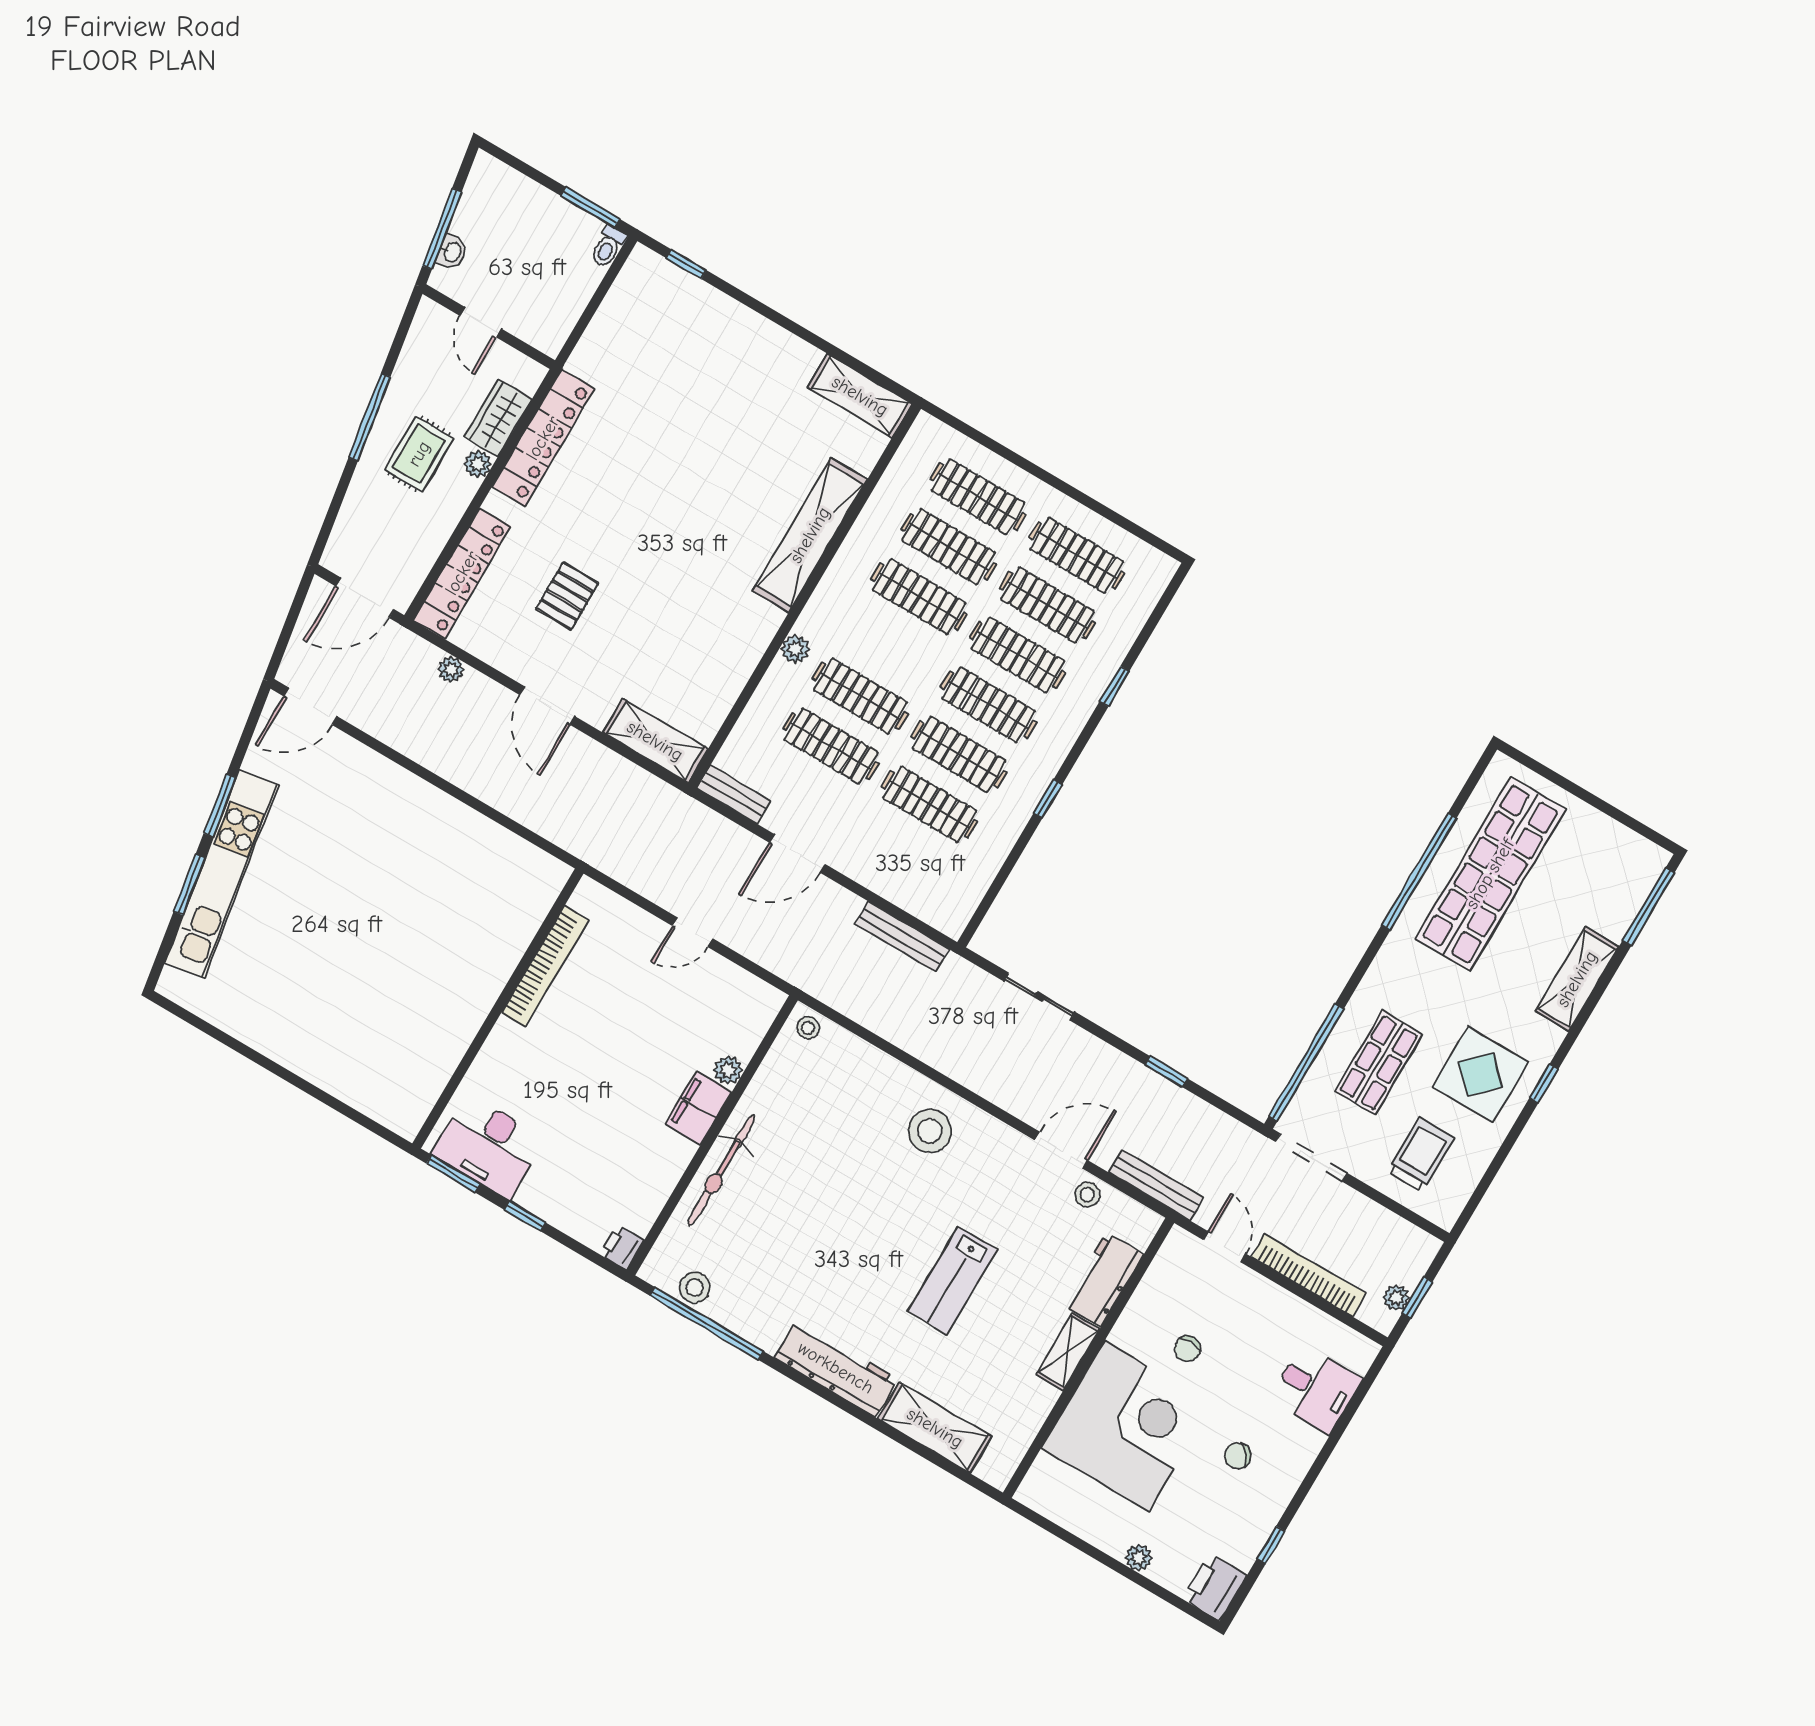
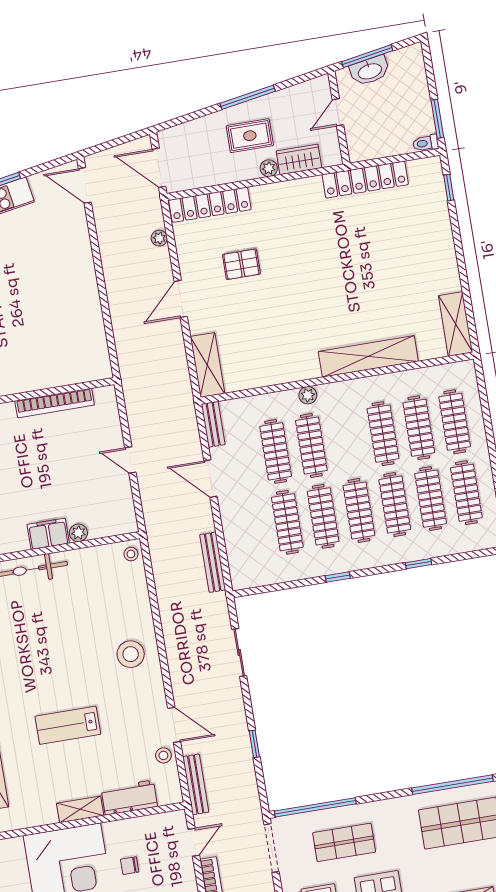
washbasin: (452, 252) -> (370, 71), width x1.91, depth x1.45
locker: (543, 438) -> (365, 180), moved

